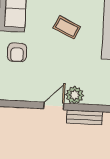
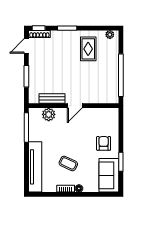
plant: (75, 95) -> (49, 114), moved

